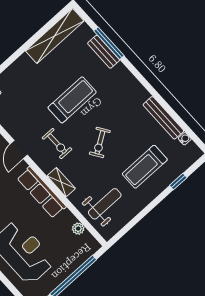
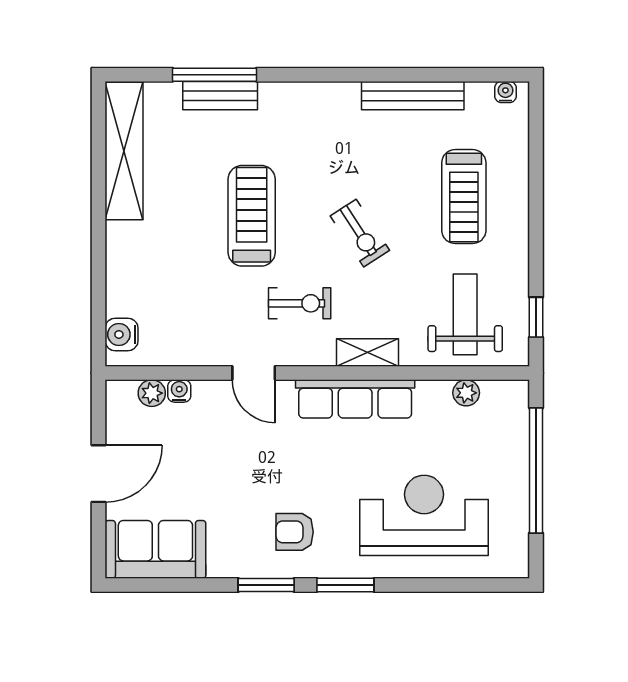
water cooler: (185, 139) -> (505, 92), moved
window: (178, 182) -> (536, 317), moved

